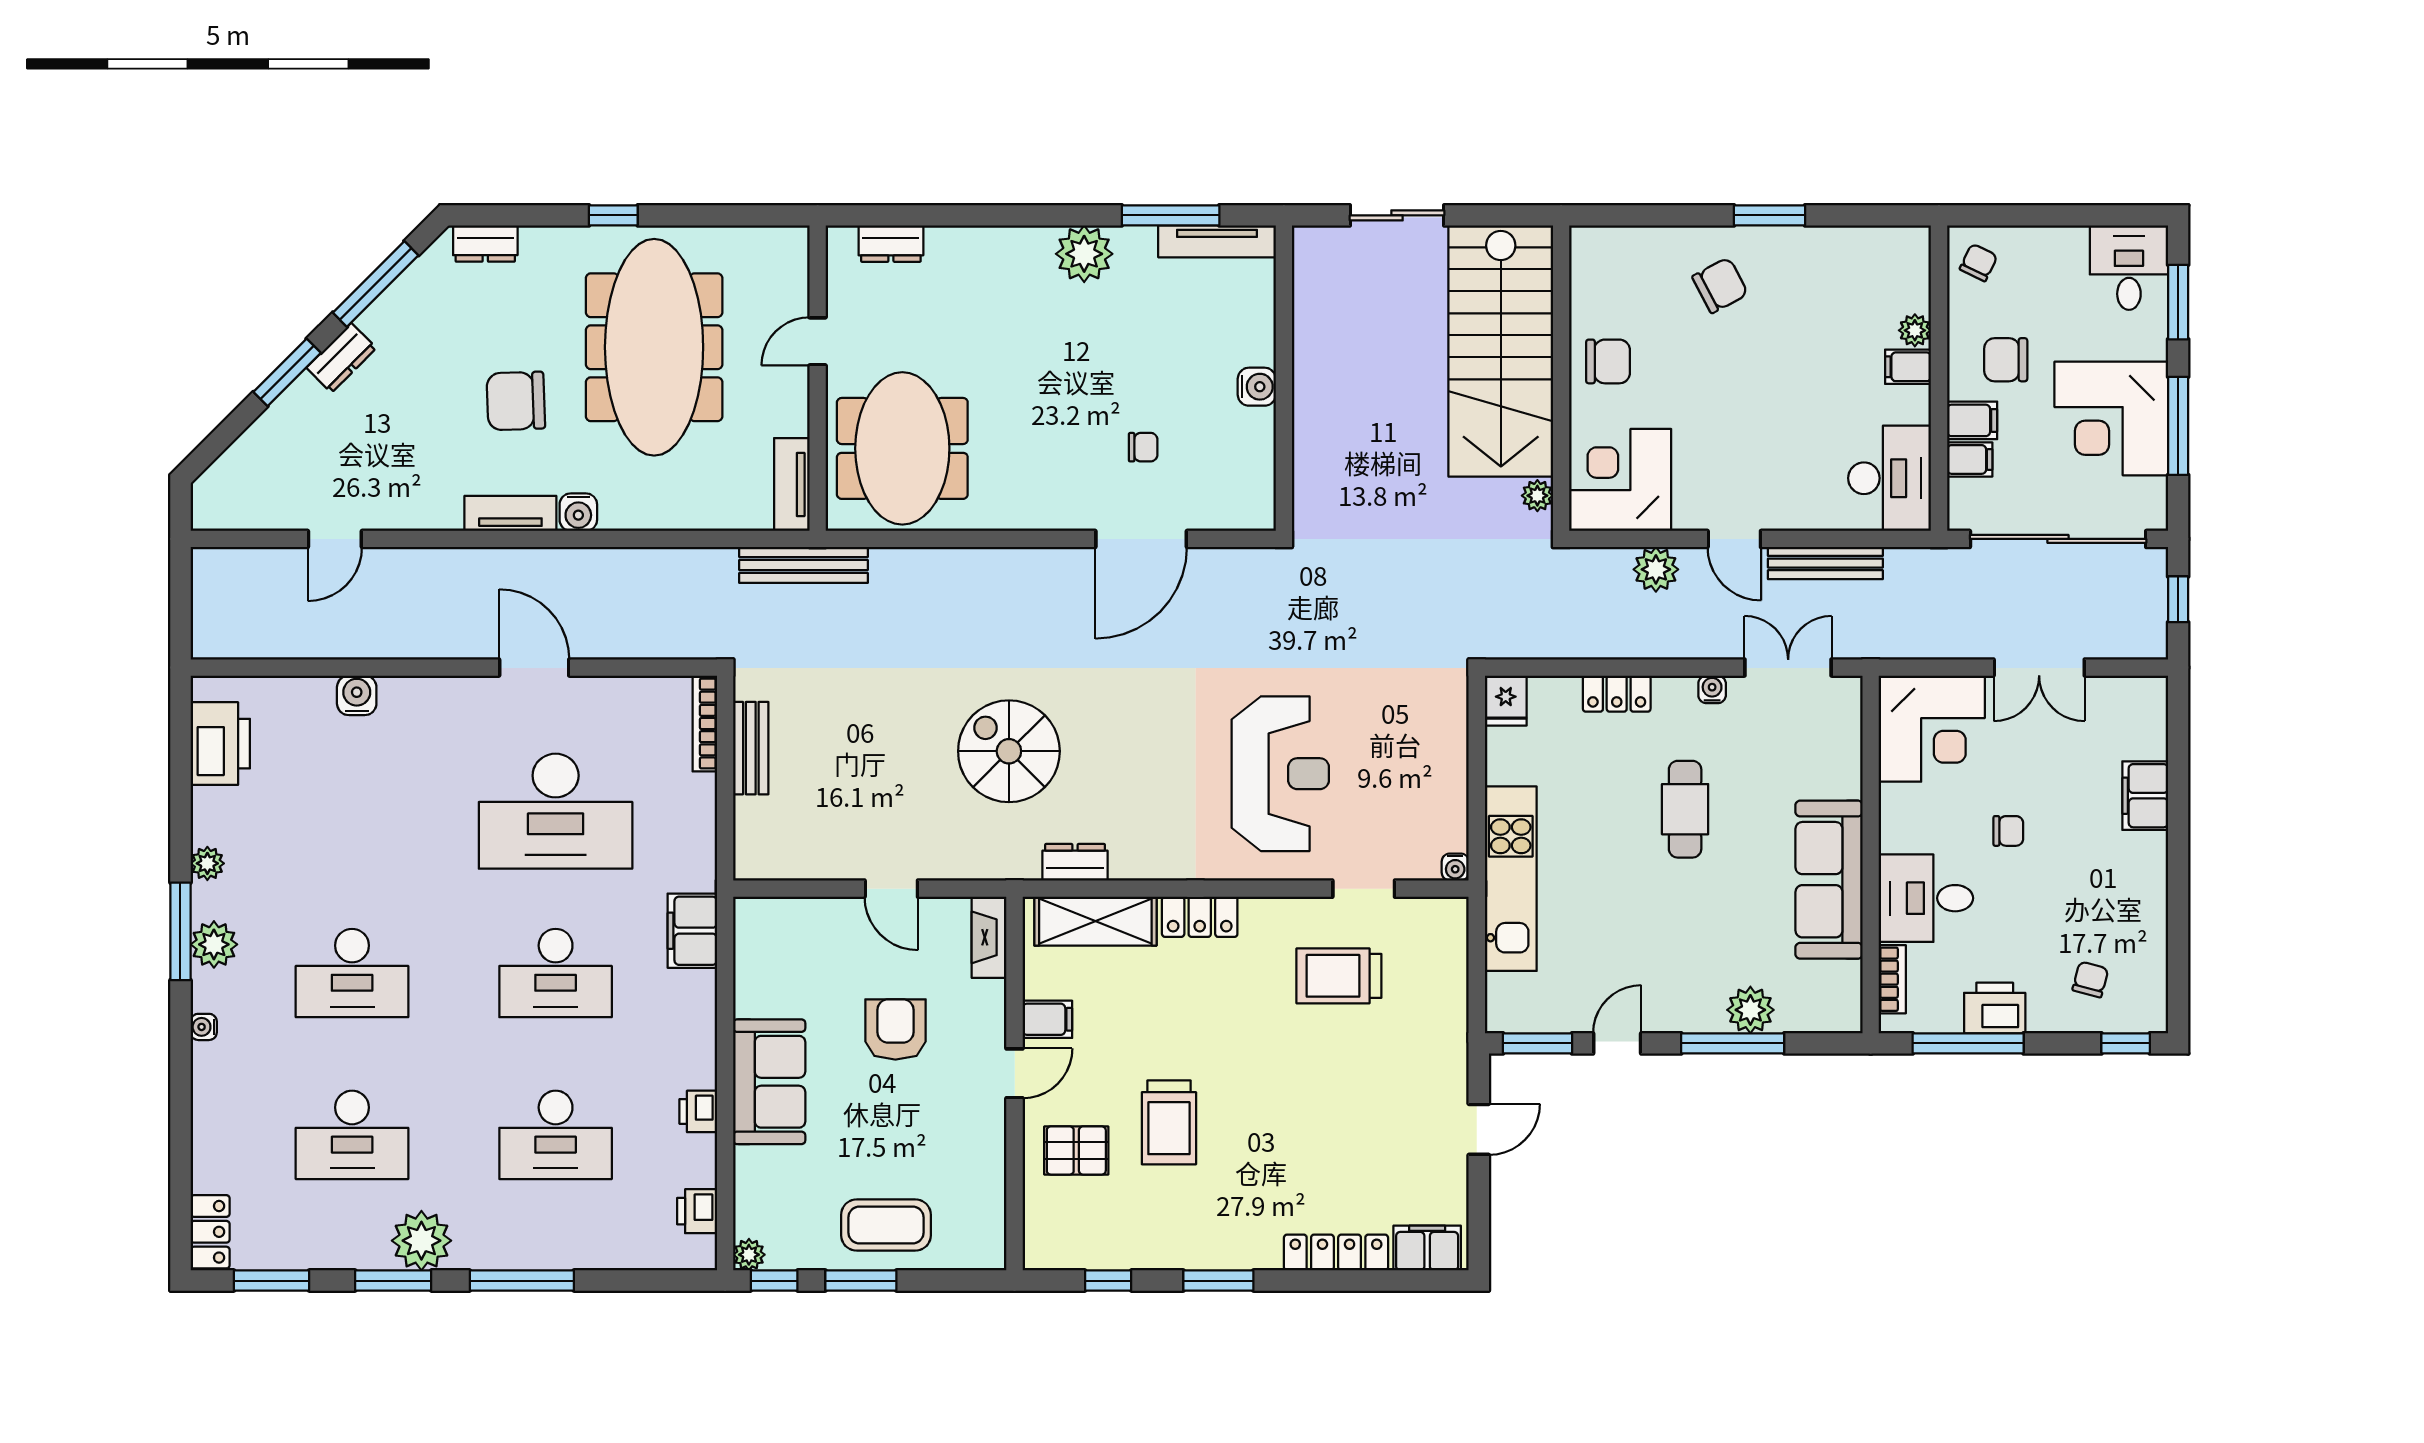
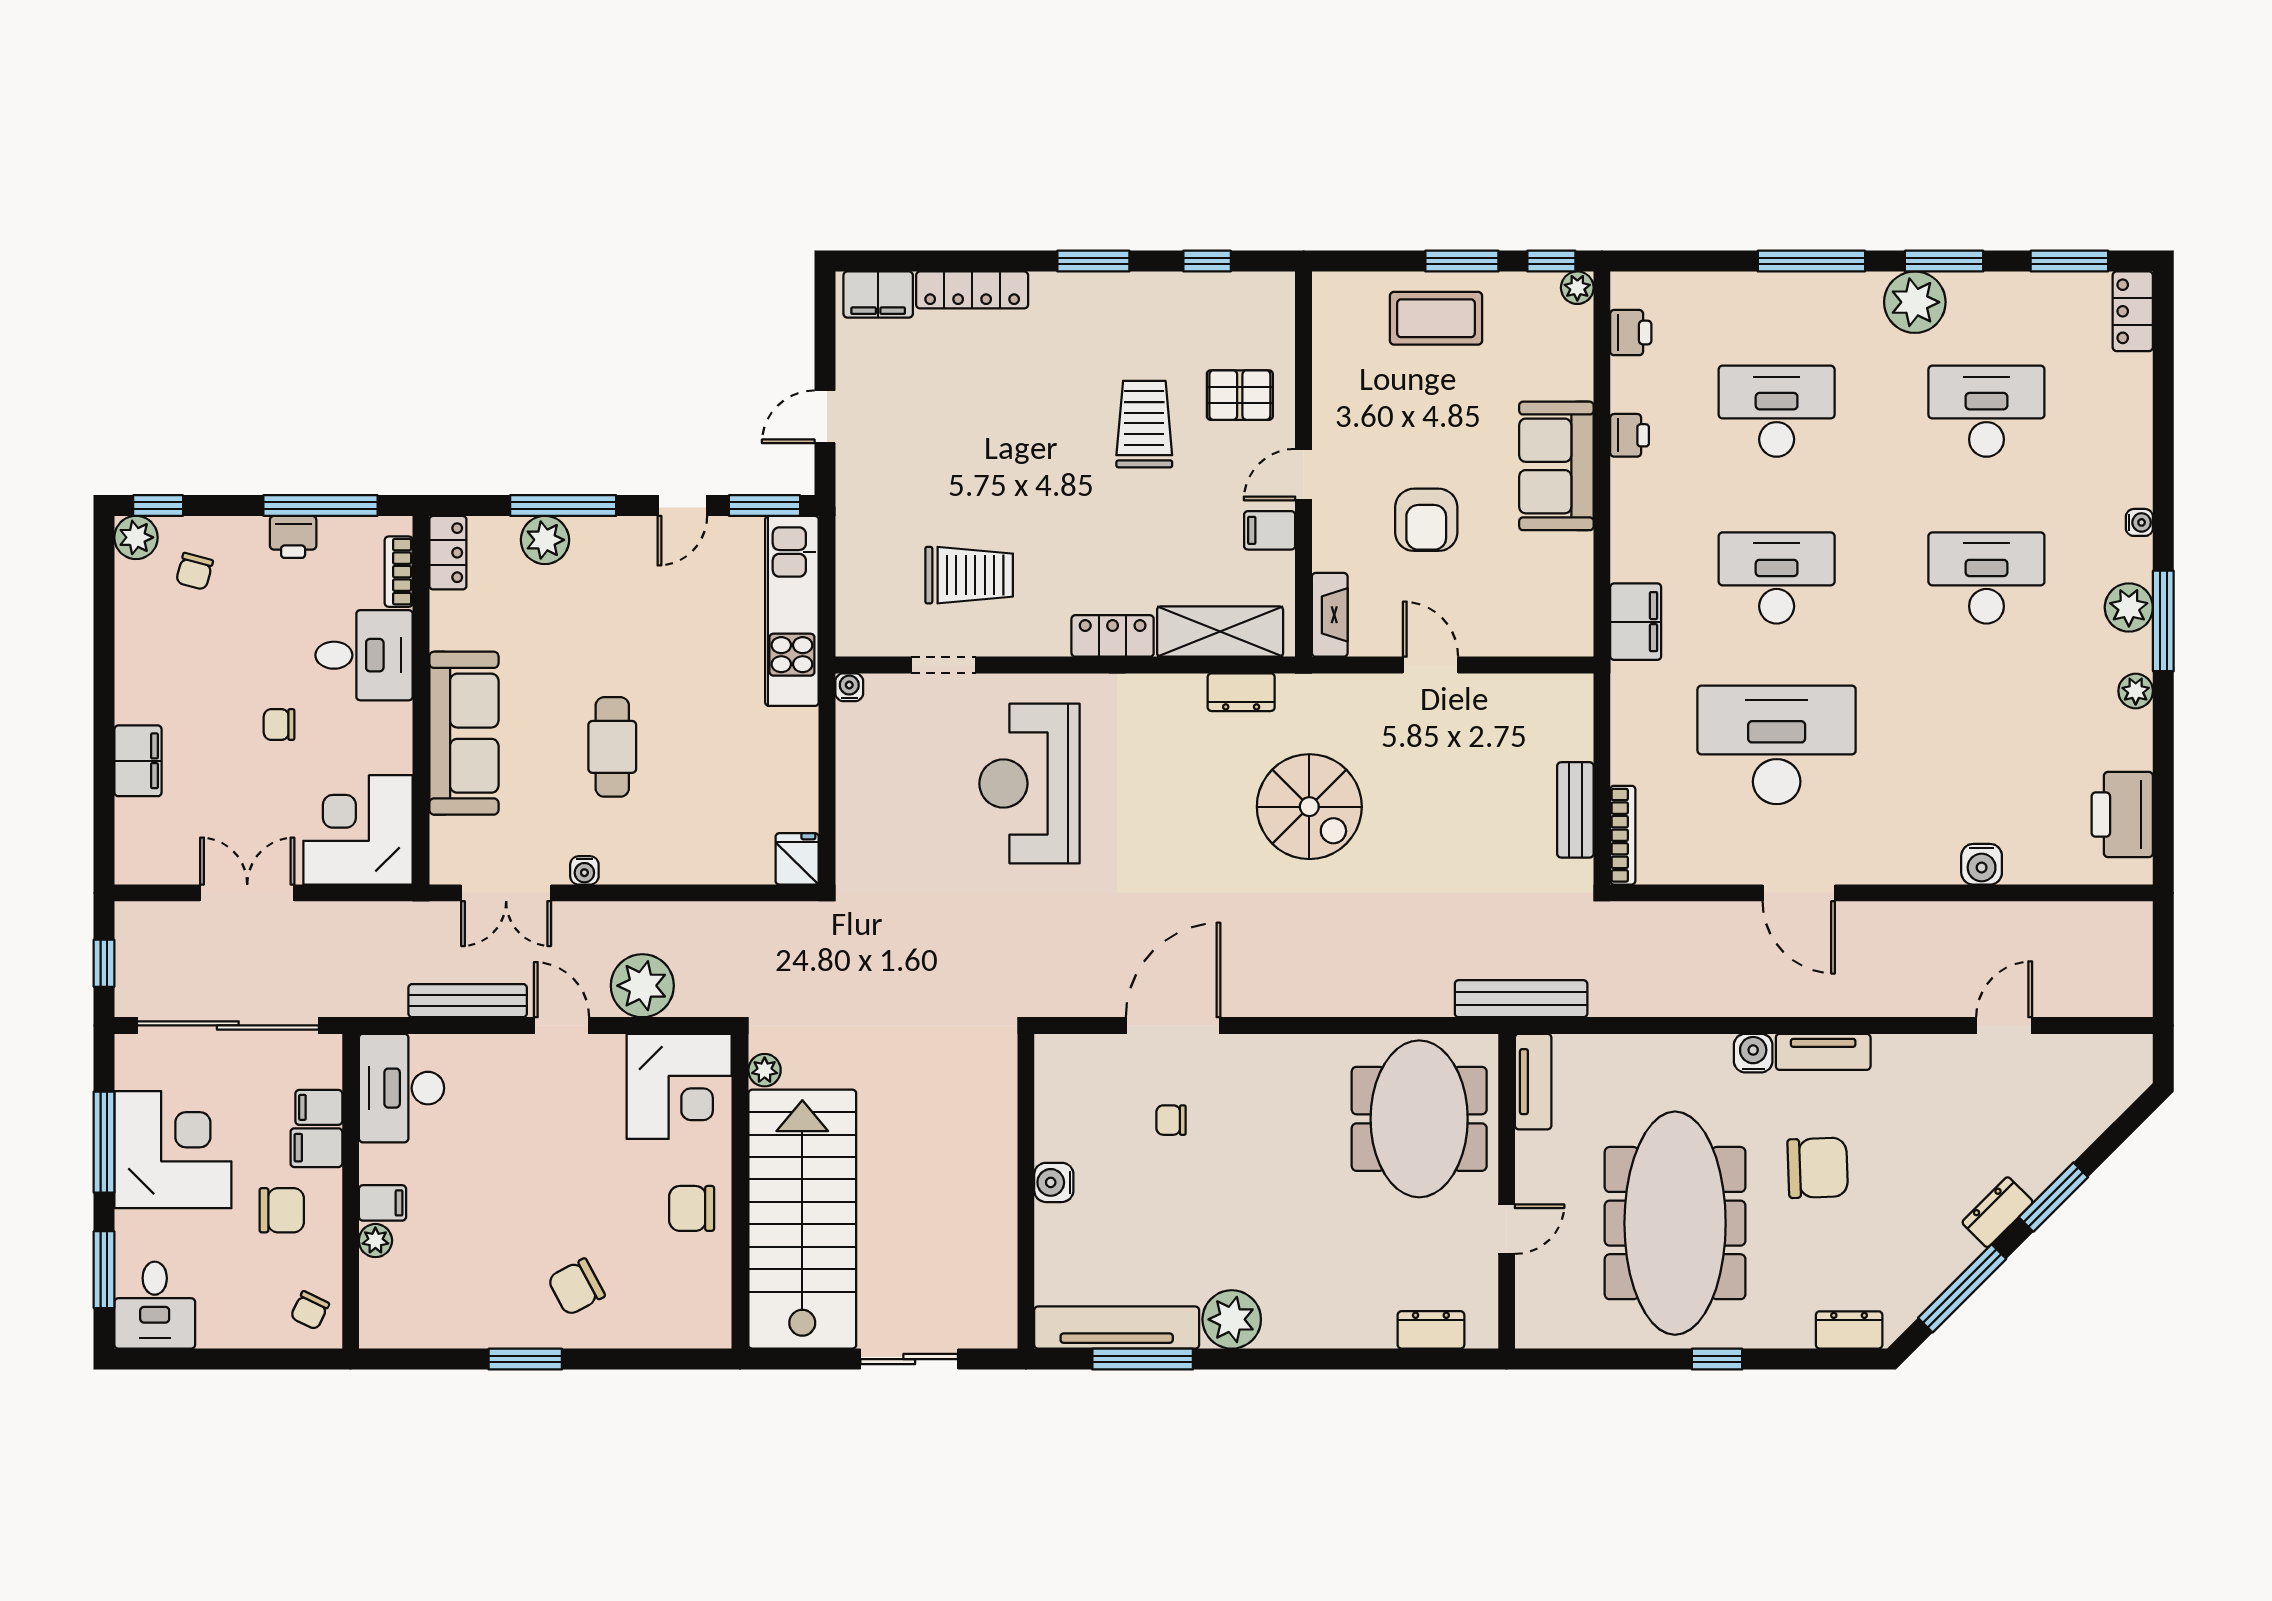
tv unit: (1217, 241) -> (1117, 1328), width x1.36, depth x1.29
plant: (1656, 569) -> (642, 986), width x1.36, depth x1.36
locker: (1617, 694) -> (448, 553), moved, turned 90
kitchen unit: (1511, 879) -> (792, 611), moved
sofa: (1829, 880) -> (464, 733), moved
printer: (1995, 1008) -> (293, 537), width x0.73, depth x0.81
plant: (2147, 1012) -> (136, 537), added

